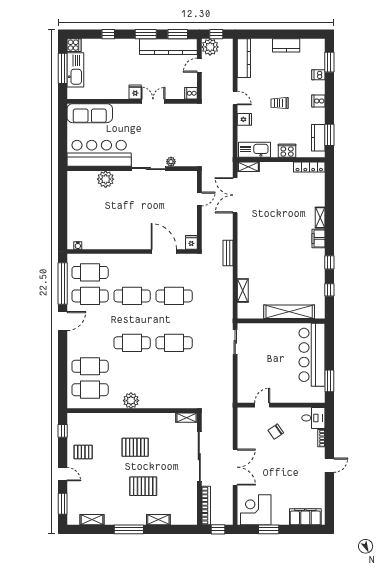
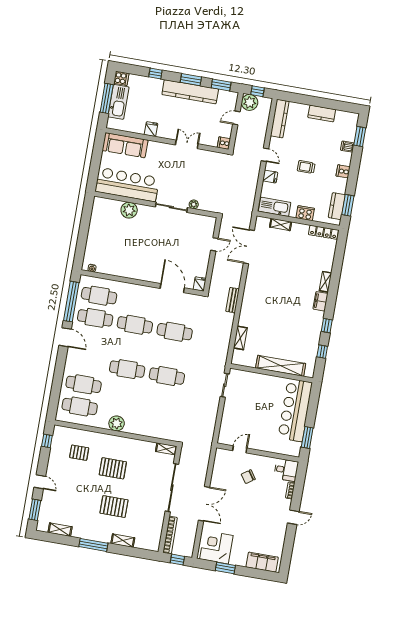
kitchen counter: (168, 47) -> (190, 92), moved
fridge: (135, 92) -> (151, 129), moved
shelving: (248, 167) -> (281, 224), moved
door: (63, 321) -> (65, 337), hinge flipped
pallet: (83, 452) -> (79, 453), moved

